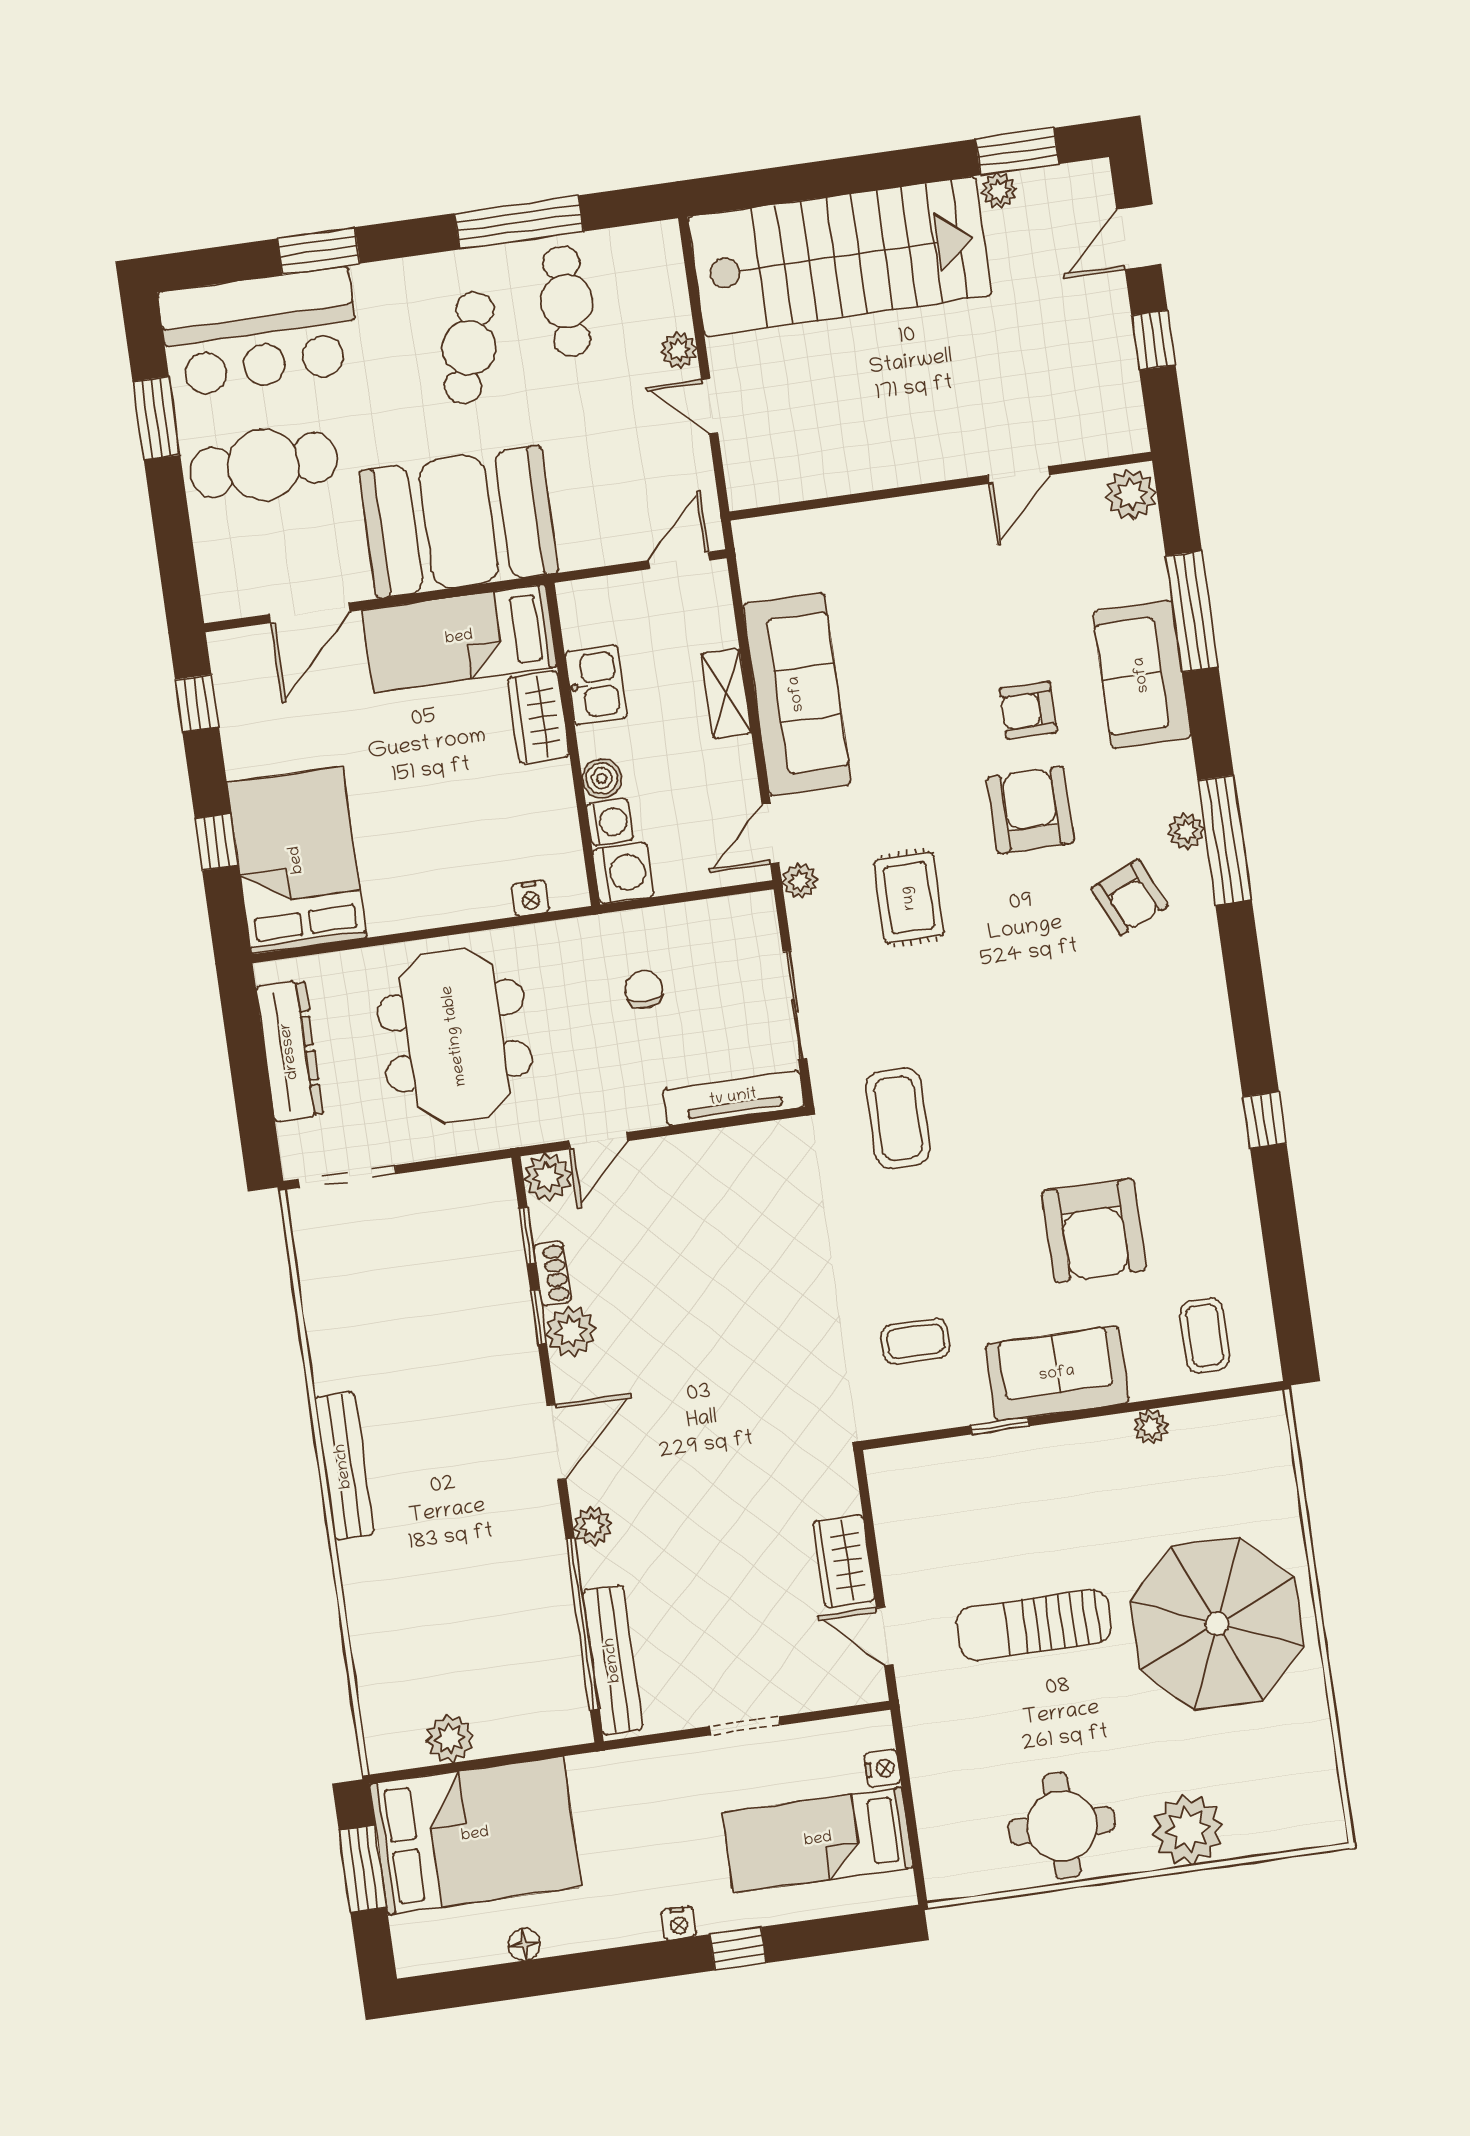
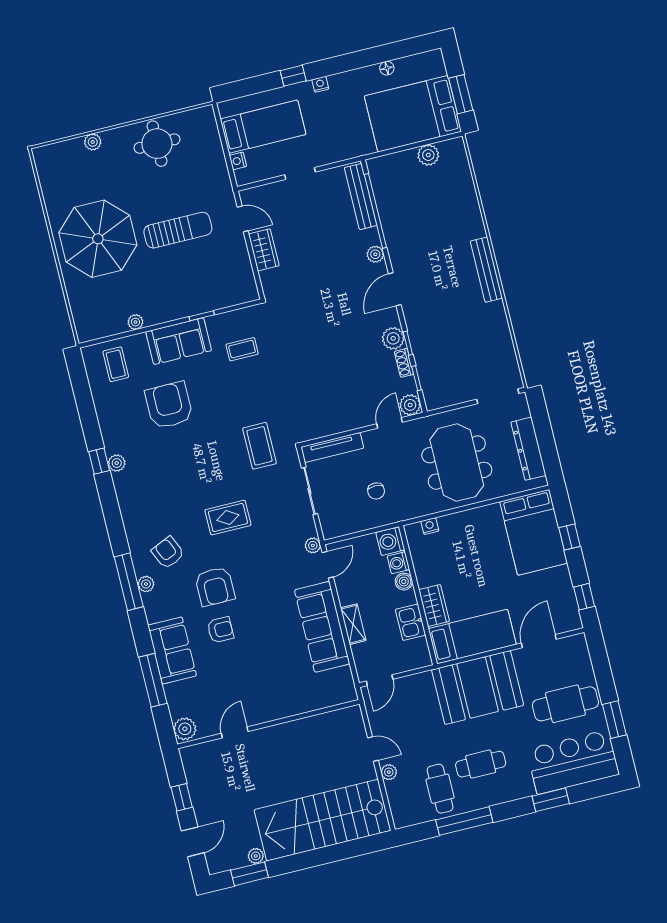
cafe table: (469, 348) -> (481, 764), turned 73
rug: (909, 898) -> (228, 518), moved, turned 90
plant: (1225, 1112) -> (117, 463), added
plant: (1188, 1830) -> (93, 142), width x0.53, depth x0.53

